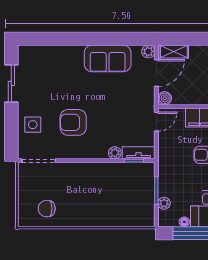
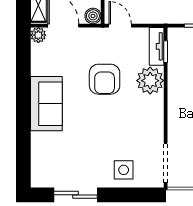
sofa: (108, 58) -> (46, 104), moved
armchair: (73, 122) -> (105, 79), moved
plant: (115, 153) -> (150, 81), width x1.87, depth x1.87

